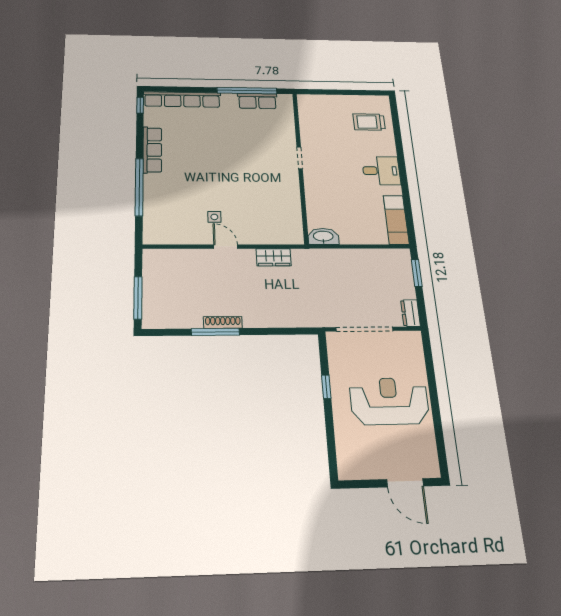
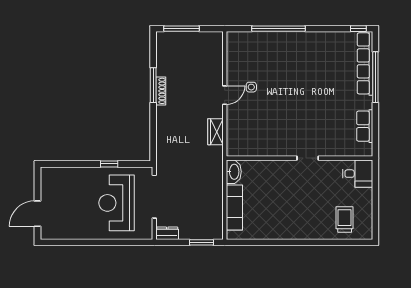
window: (247, 91) -> (375, 77), moved
row of seats: (152, 150) -> (314, 39), removed
desk: (381, 171) -> (358, 174), moved, turned -90
exam couch: (396, 220) -> (234, 207), moved, turned 90
reception desk: (389, 401) -> (117, 203), moved, turned 180

